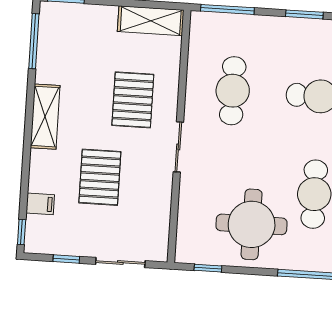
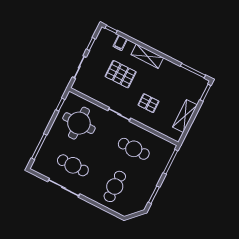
shelving: (151, 21) -> (185, 116), moved
pallet: (133, 100) -> (148, 103), width x0.67, depth x0.71
shelving: (45, 117) -> (147, 56), moved
round table: (252, 224) -> (79, 123), moved

